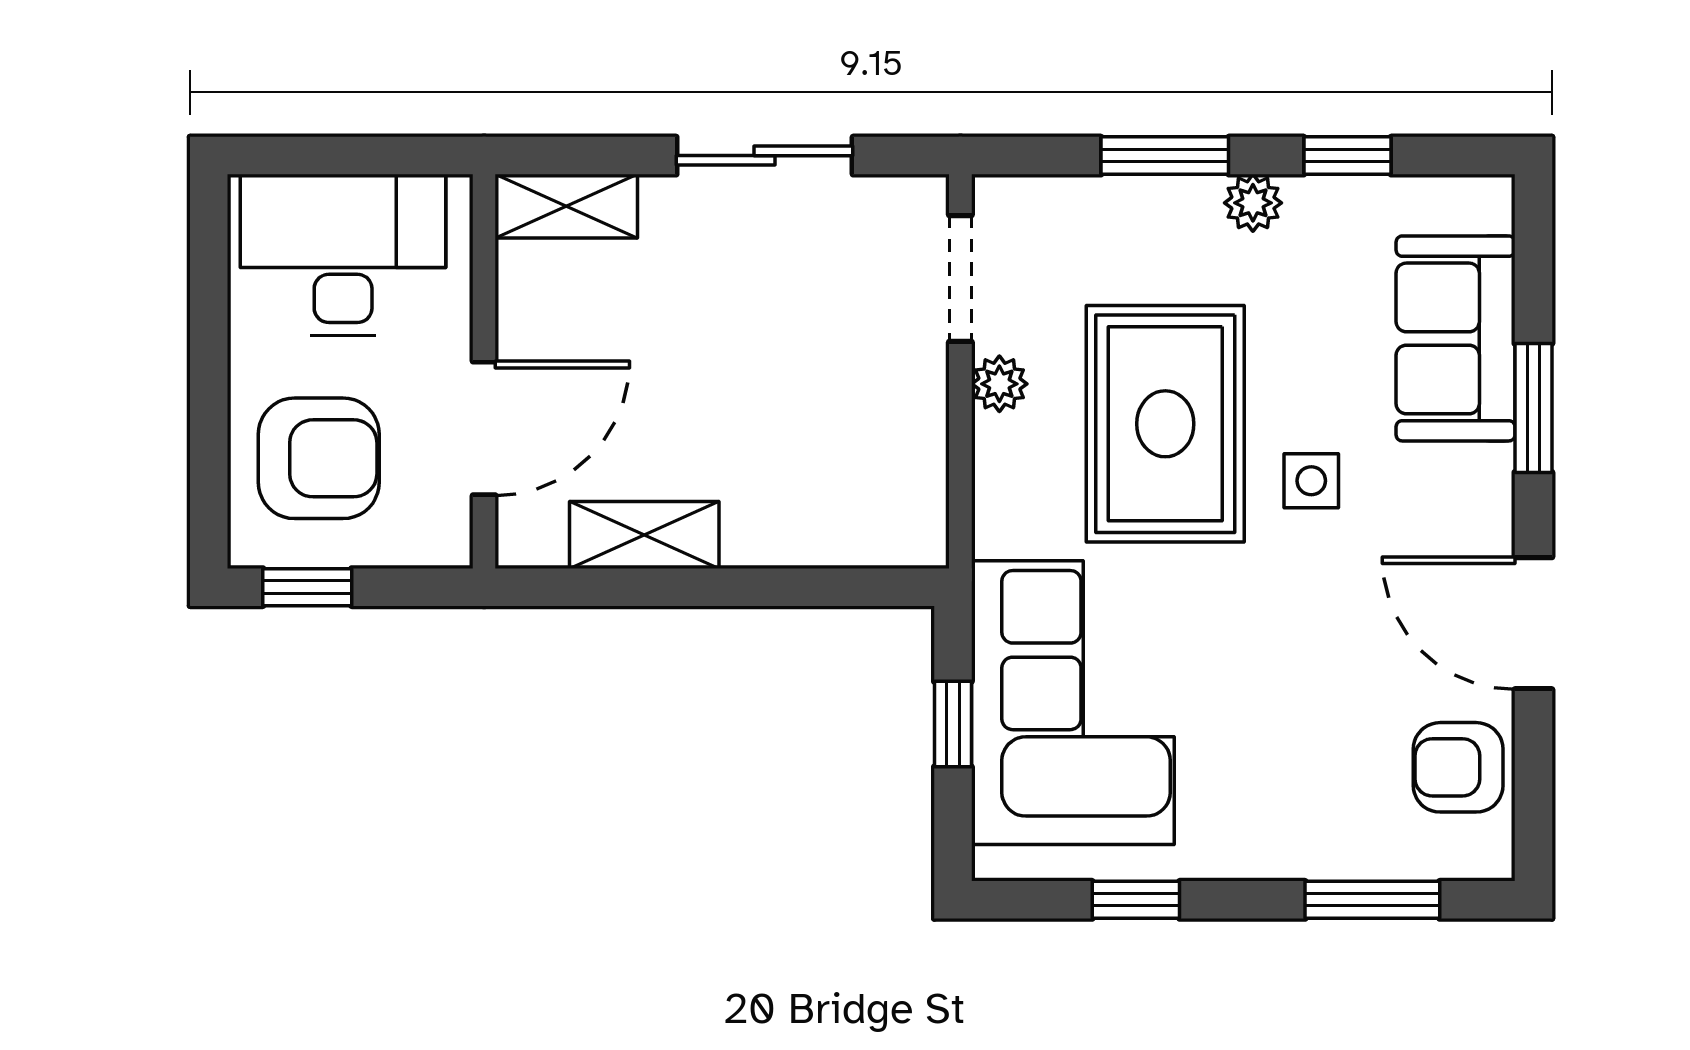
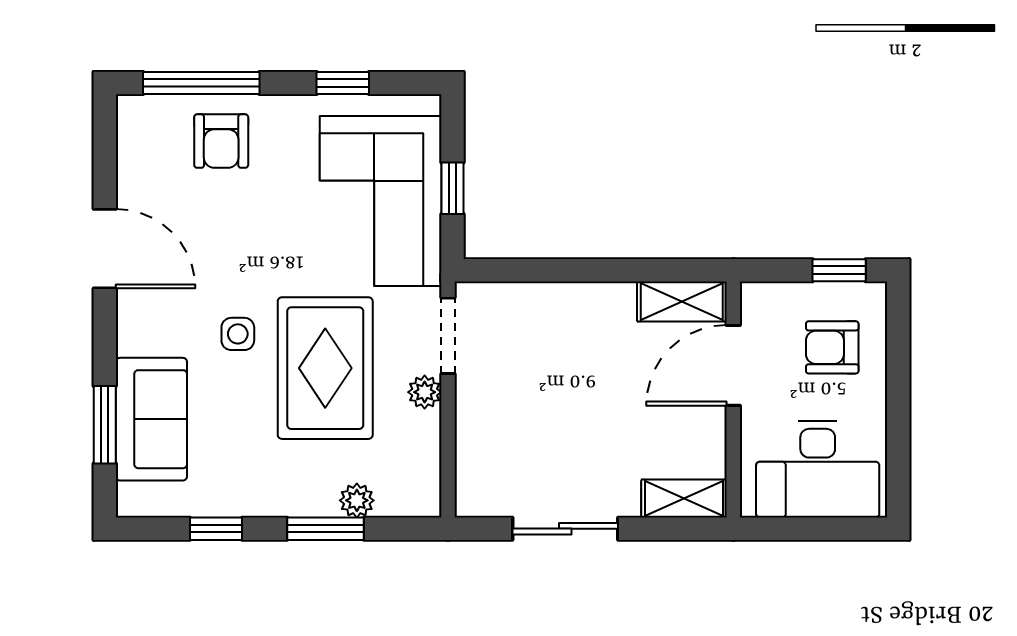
plant: (1253, 203) -> (357, 500), moved
doorway: (960, 278) -> (448, 336), moved
window: (1533, 408) -> (105, 425), moved
armchair: (319, 458) -> (832, 347), width x0.72, depth x0.72
shelving: (644, 535) -> (682, 301), moved
armchair: (1458, 767) -> (221, 141), moved, turned 90
window: (1372, 900) -> (201, 83), width x1.44

